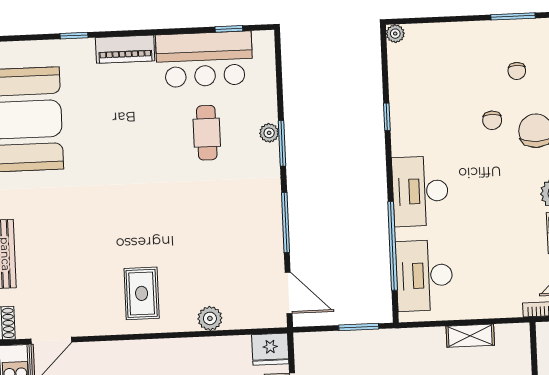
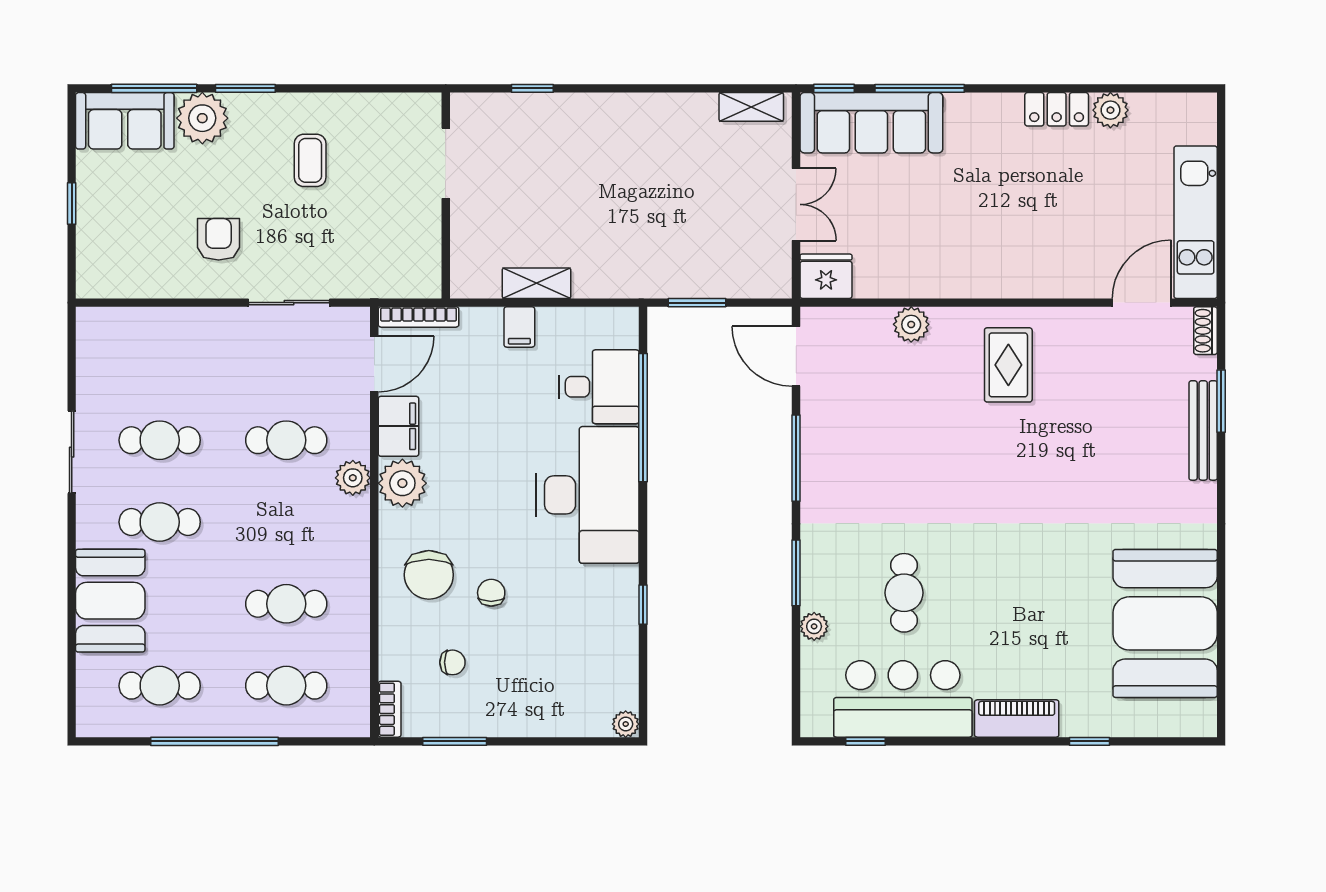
chair: (517, 71) -> (452, 662), turned 90
plant: (269, 133) -> (814, 626), moved
desk: (420, 191) -> (588, 495), width x1.36, depth x1.30
desk: (424, 275) -> (599, 387), width x0.73
filing cabinet: (481, 305) -> (519, 327), added

